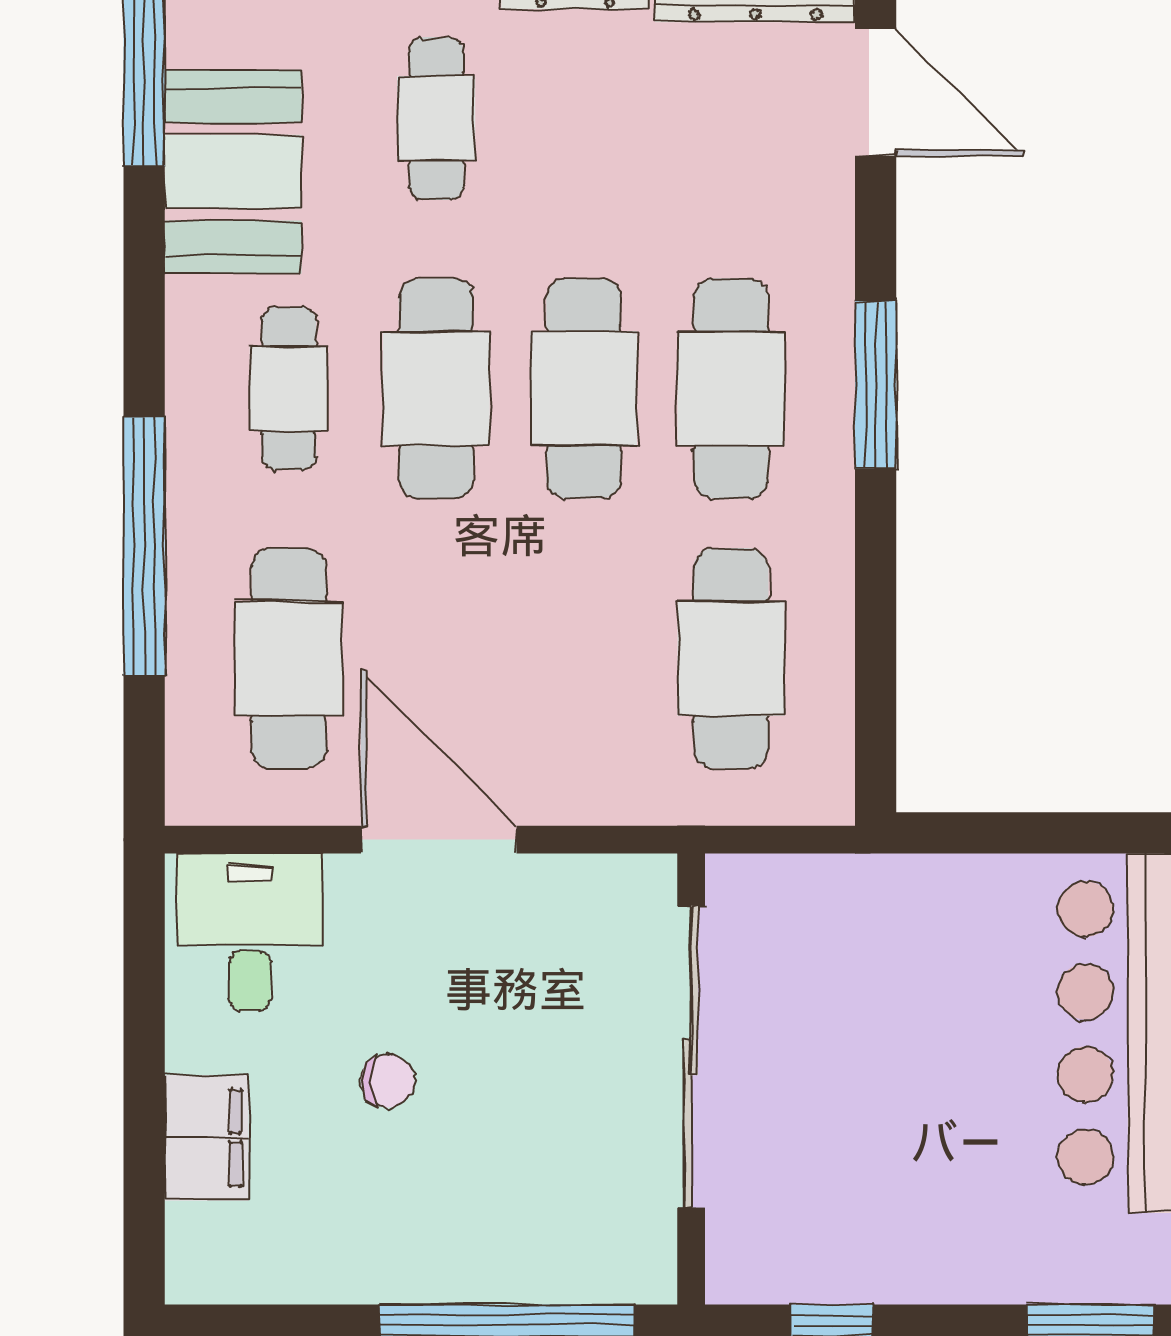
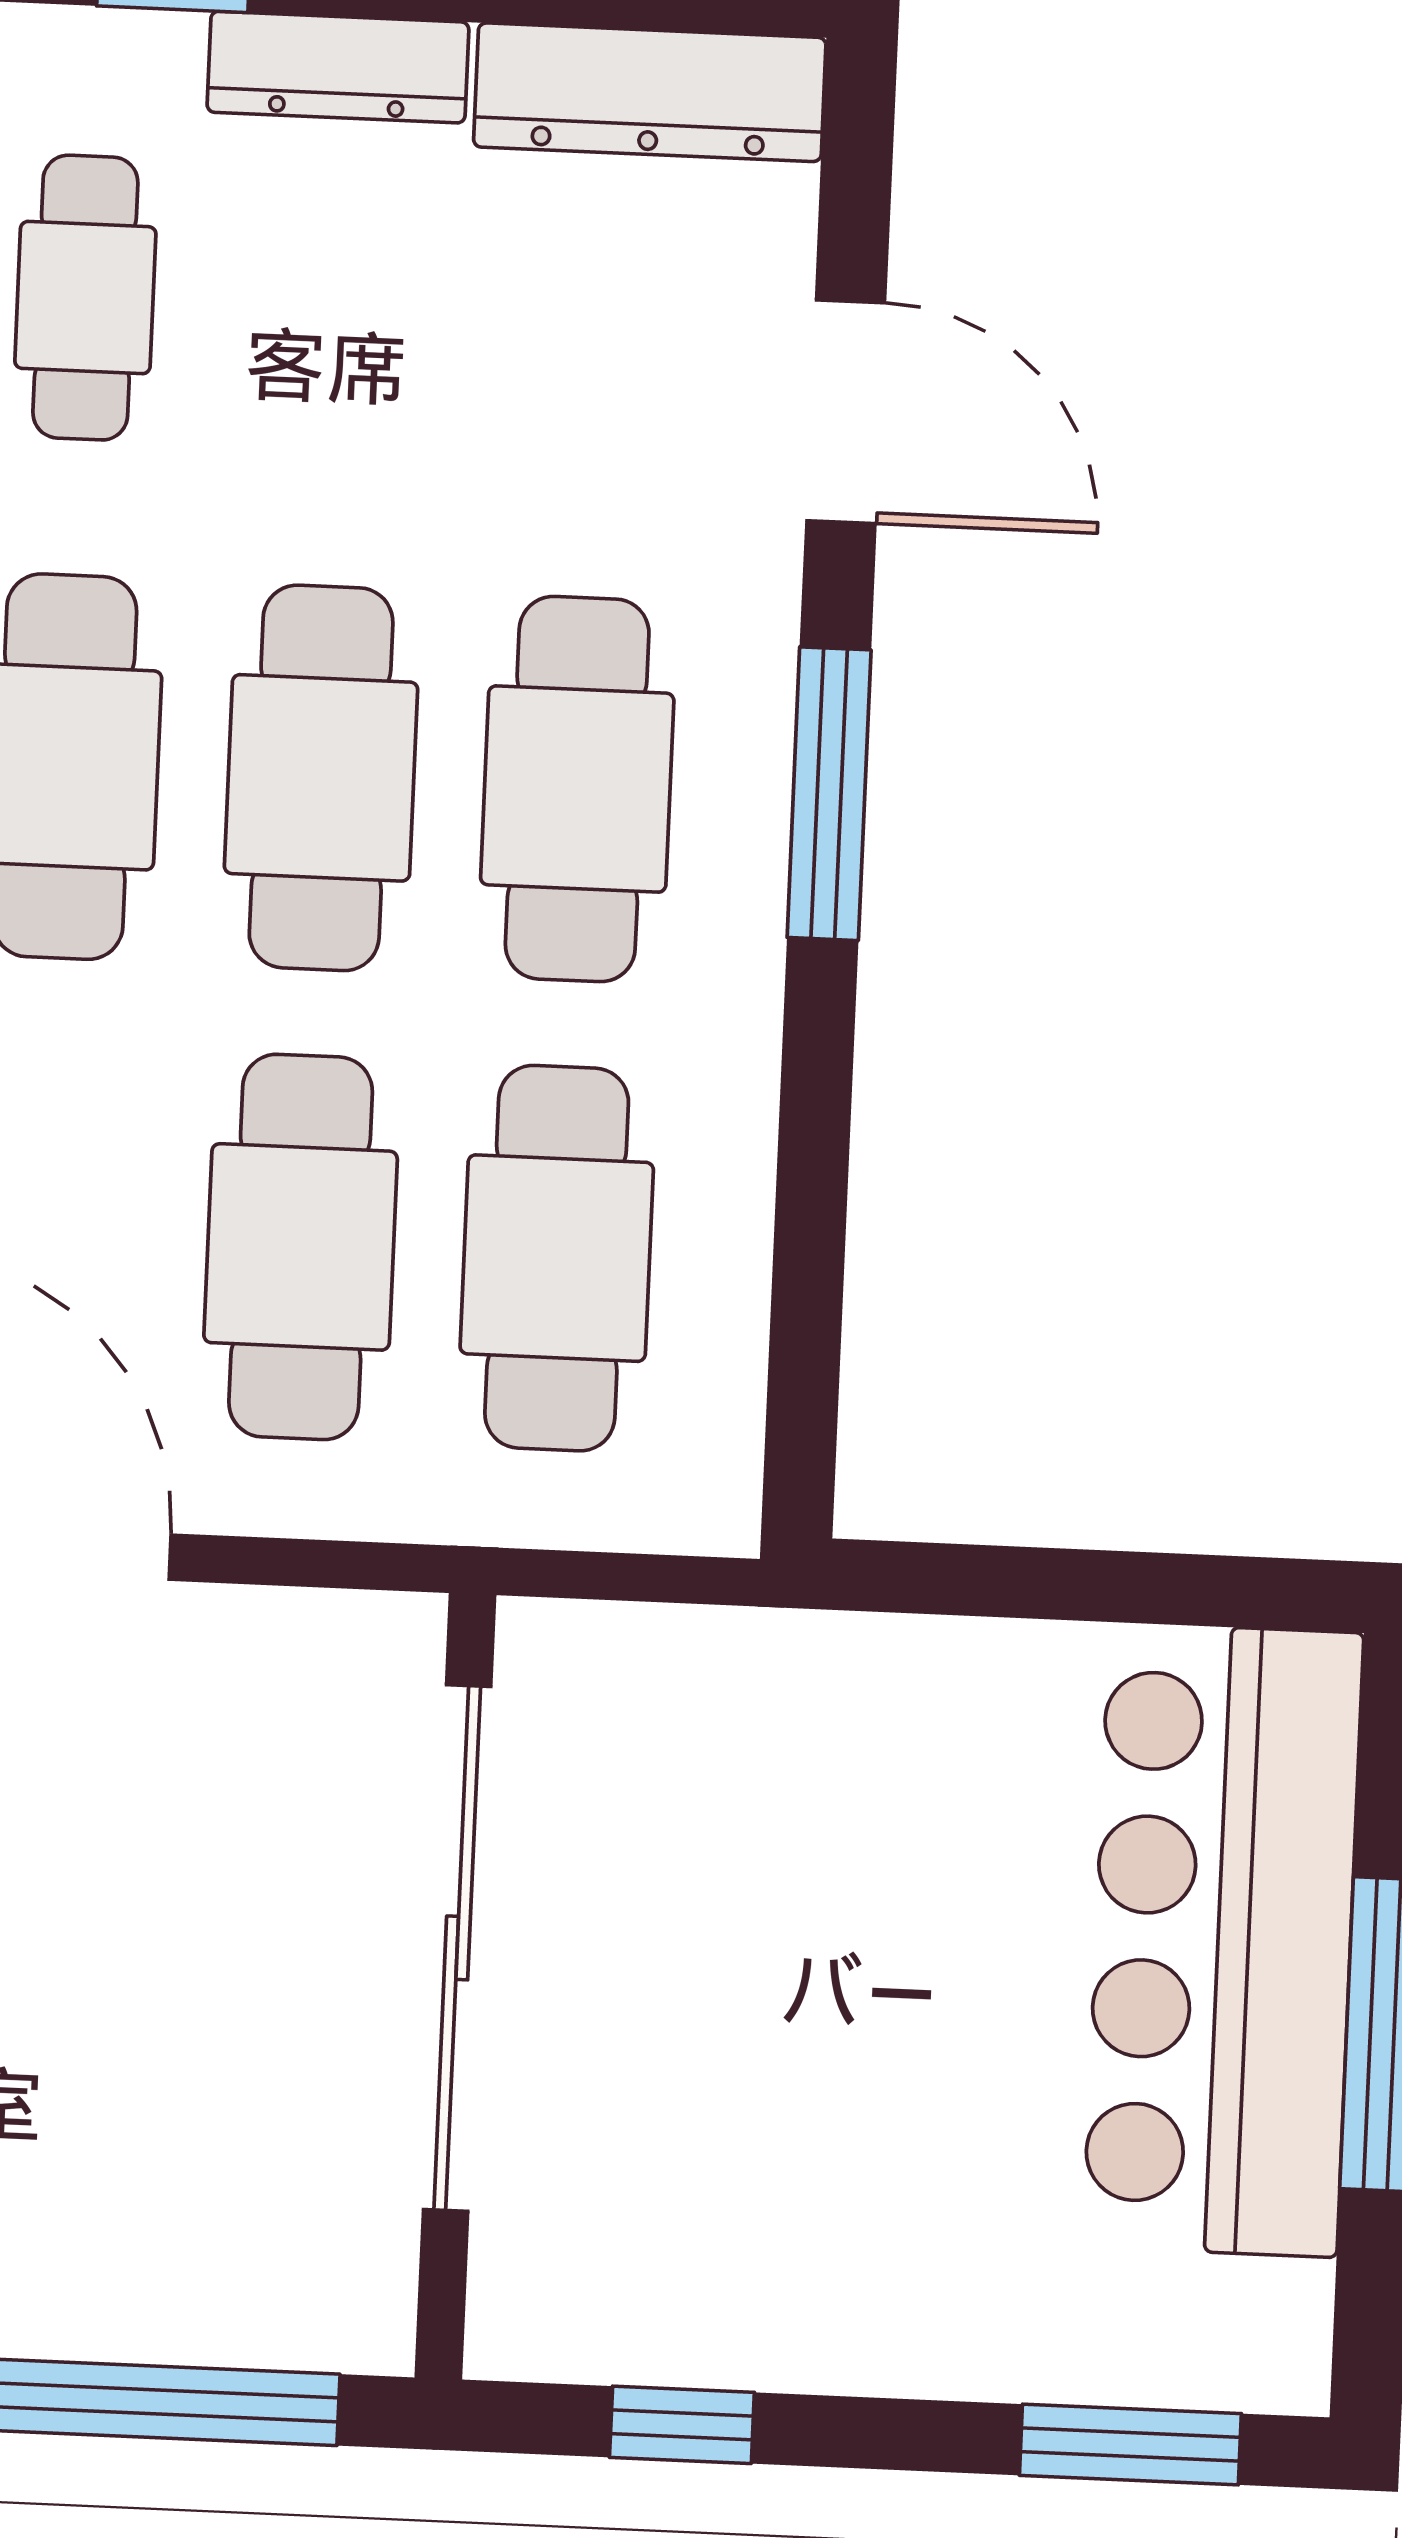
door: (876, 92) -> (846, 412), moved
cafe table: (584, 658) -> (301, 1247), added

